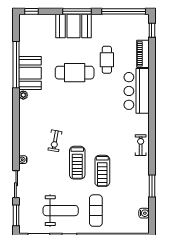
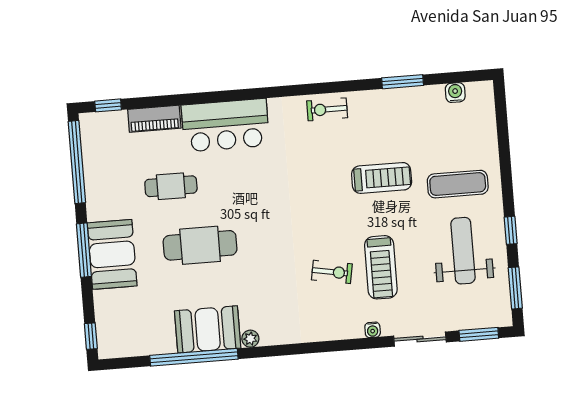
cafe table: (75, 73) -> (200, 245), turned 90
treadmill: (77, 163) -> (381, 267), moved, turned 90

